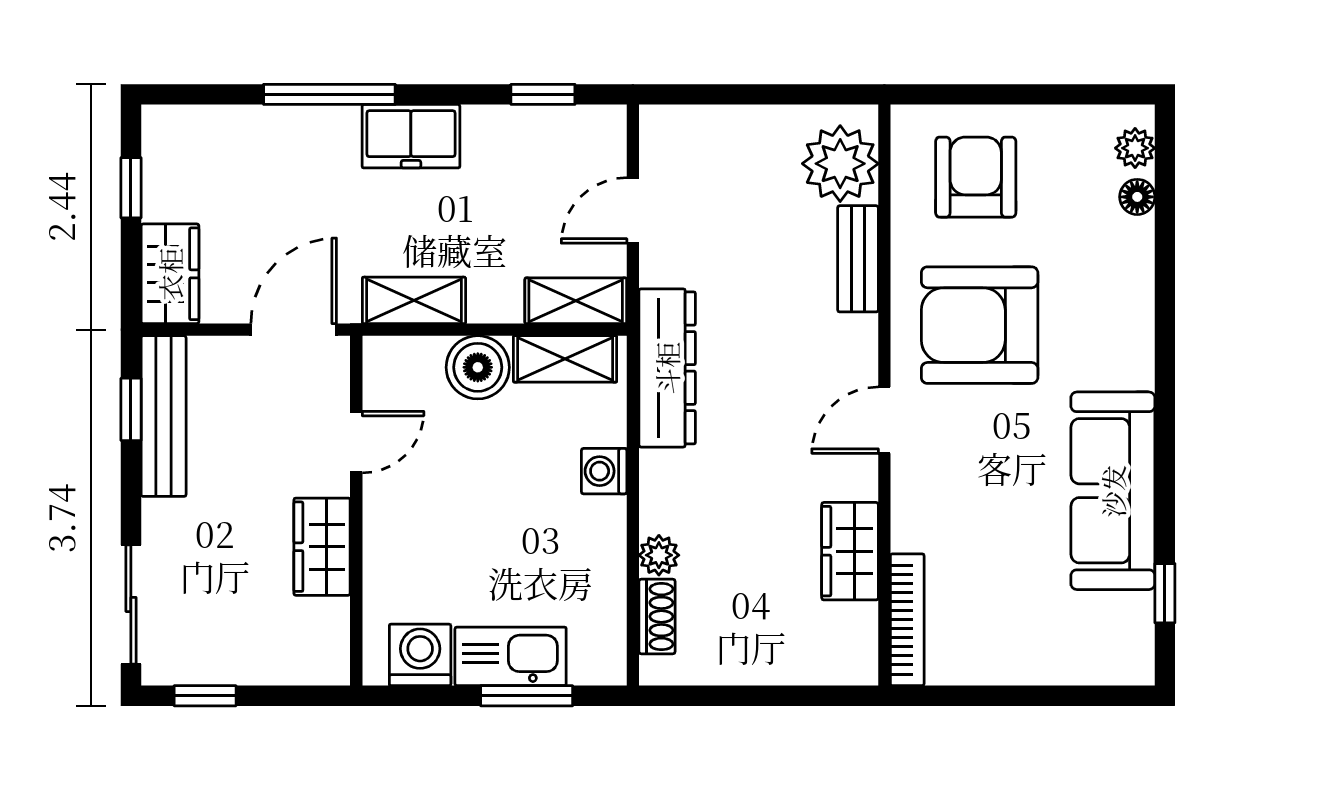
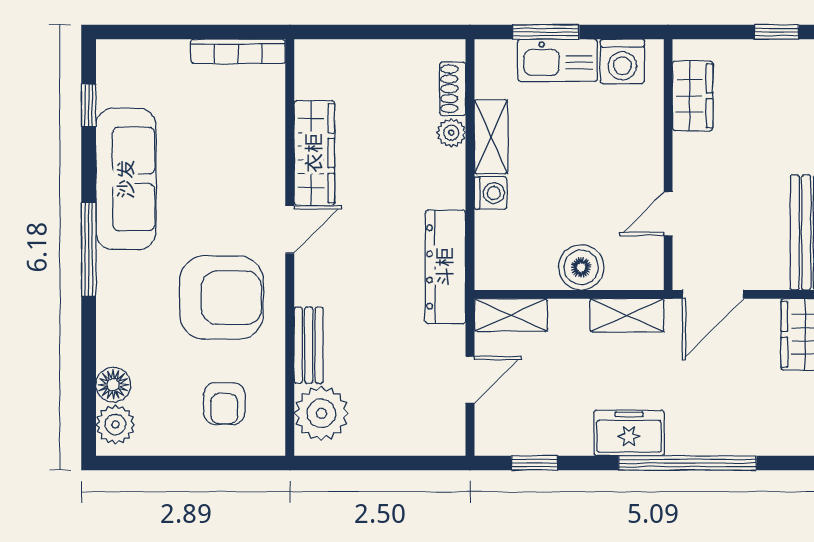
window: (329, 94) -> (687, 463), width x1.46
plant: (1135, 148) -> (115, 425), width x1.38, depth x1.38
armchair: (976, 177) -> (224, 404), width x0.72, depth x0.72
floor lamp: (1137, 197) -> (113, 385), width x1.37, depth x1.37
shelving: (565, 359) -> (491, 137), moved, turned 90
window: (1165, 393) -> (89, 249), added
wardrobe: (322, 547) -> (693, 96), moved
wardrobe: (850, 551) -> (314, 153), width x1.50
bookcase: (907, 620) -> (238, 51), moved, turned -90

